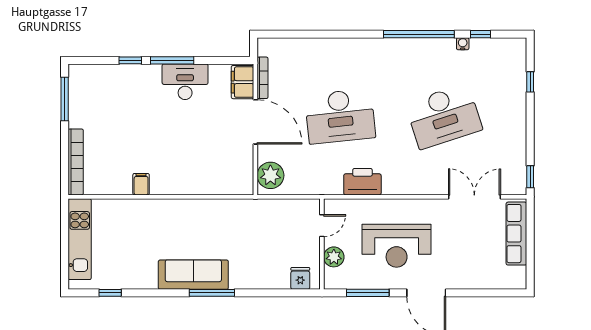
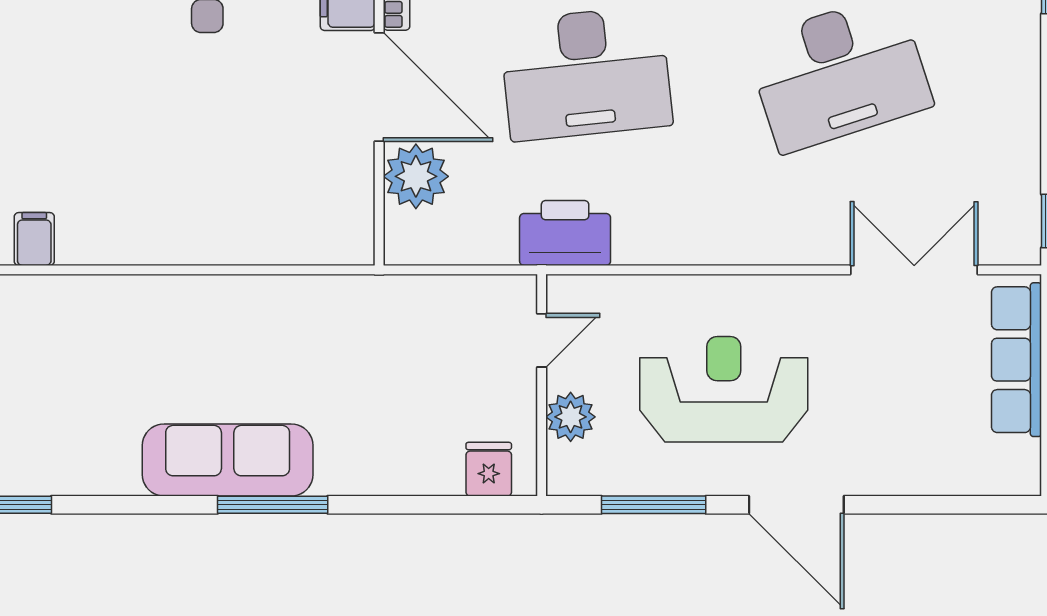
plant: (270, 175) -> (416, 176), moved
printer: (362, 182) -> (565, 233), moved
filing cabinet: (141, 184) -> (34, 239), moved
reception desk: (397, 246) -> (724, 389), turned 180

